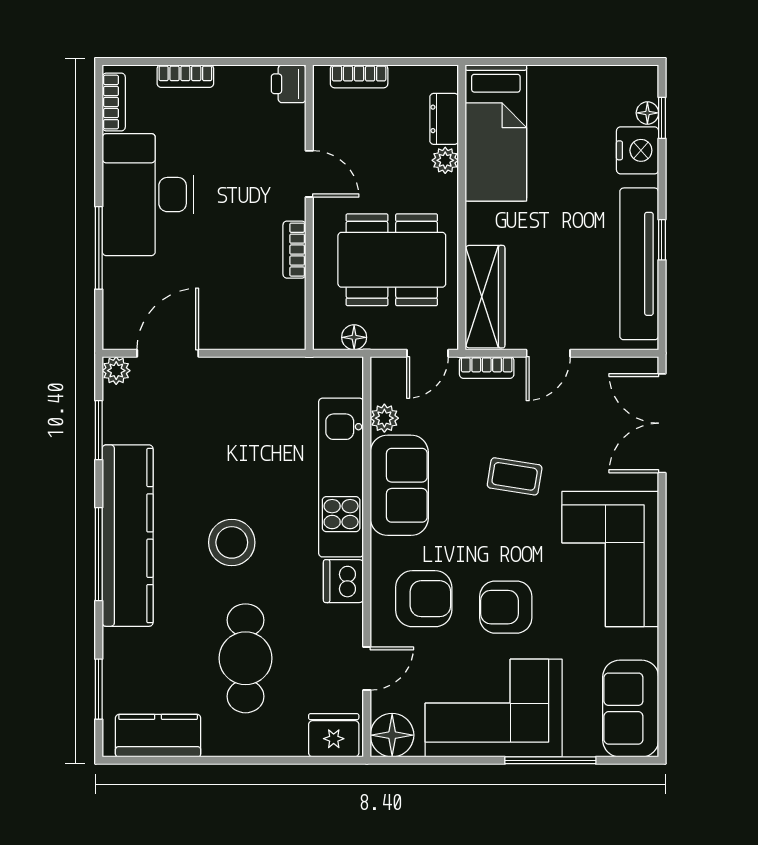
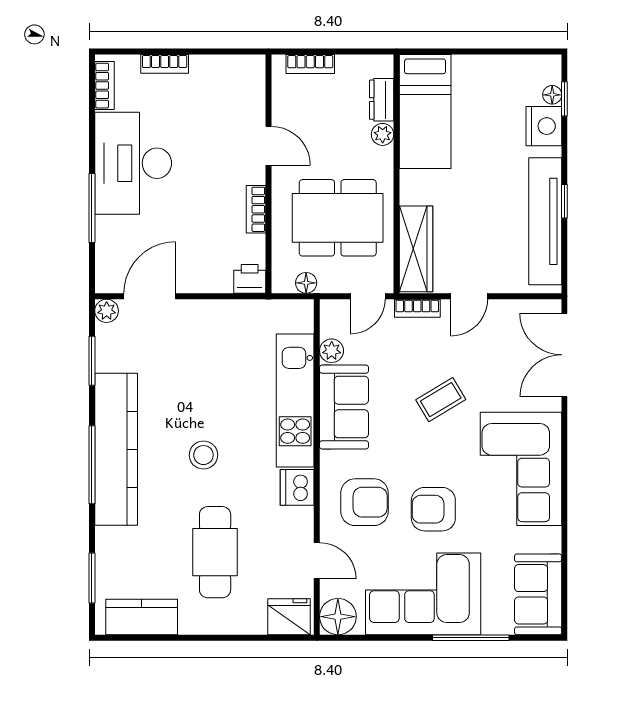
printer: (289, 84) -> (250, 279), moved, turned 90
coffee table: (515, 476) -> (441, 400), turned -40
stool: (232, 542) -> (203, 455), width x0.73, depth x0.73
door: (367, 669) -> (317, 561), hinge flipped

